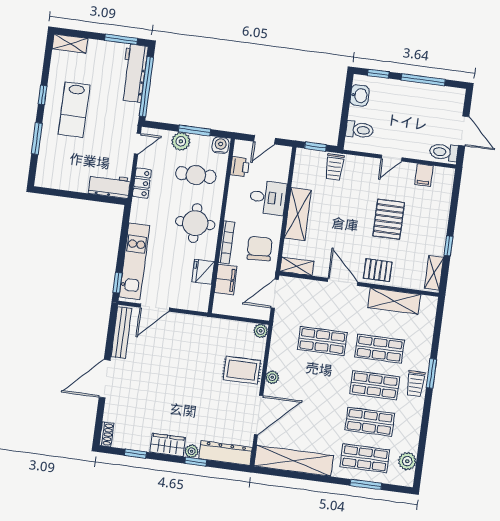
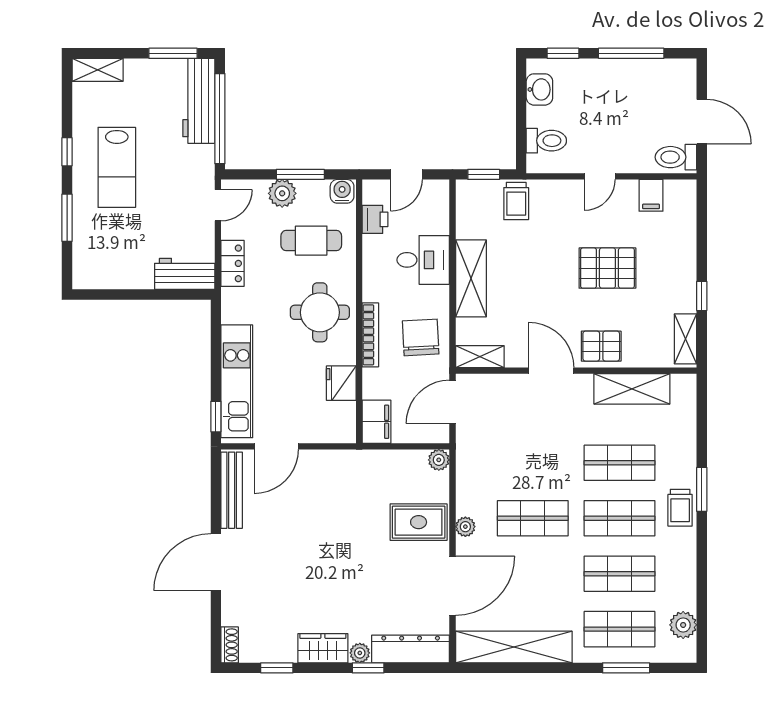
pallet: (389, 219) -> (607, 268), turned 90
filing cabinet: (226, 280) -> (377, 422), moved
shop shelf: (322, 341) -> (533, 518), moved

